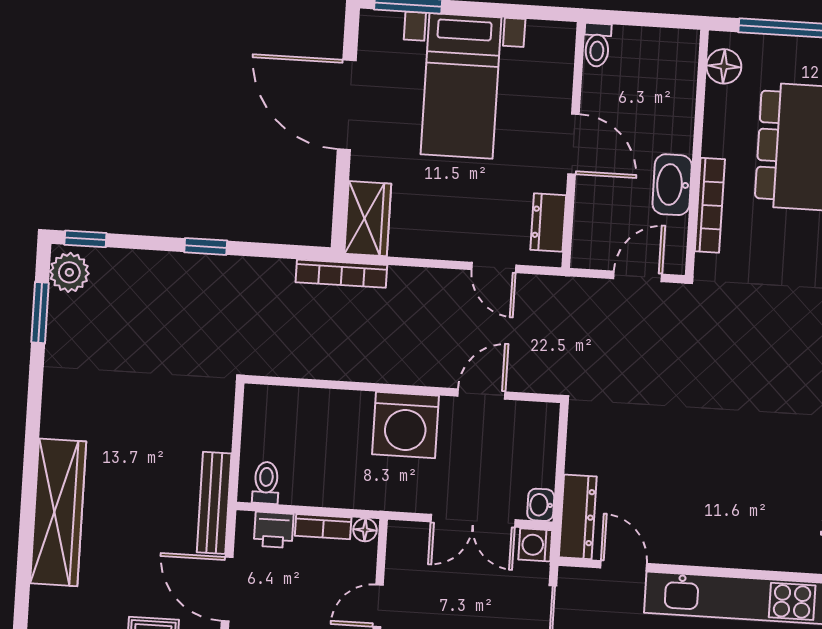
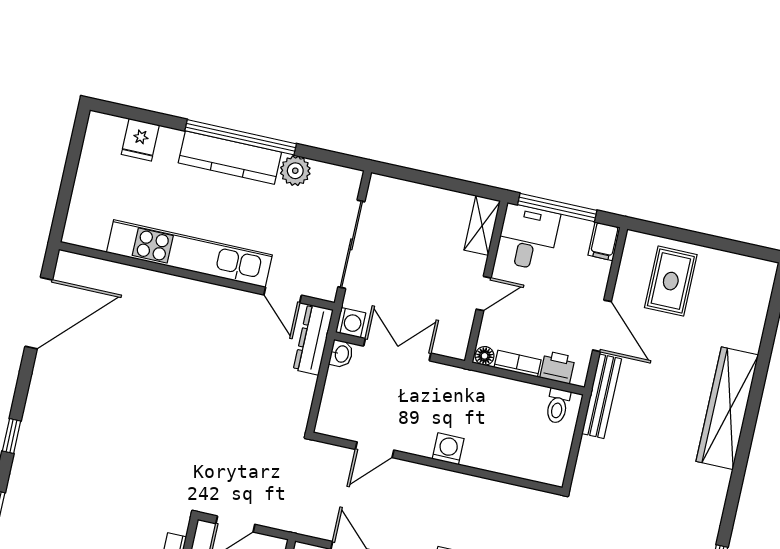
washing machine: (406, 425) -> (448, 449), width x0.53, depth x0.53

